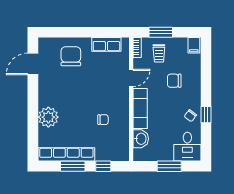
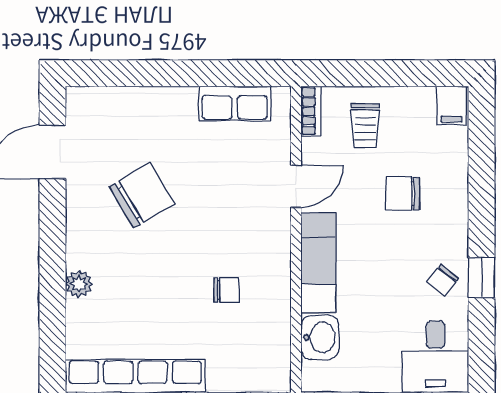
window: (161, 32) -> (370, 73), removed
chair: (71, 56) -> (142, 195), moved, turned 59
plant: (48, 117) -> (79, 284), width x0.53, depth x0.53

